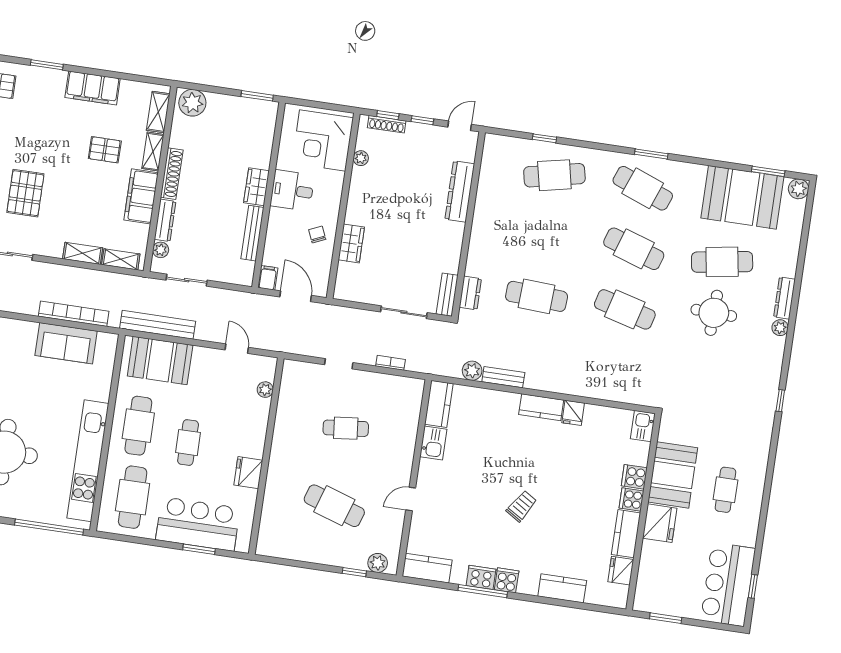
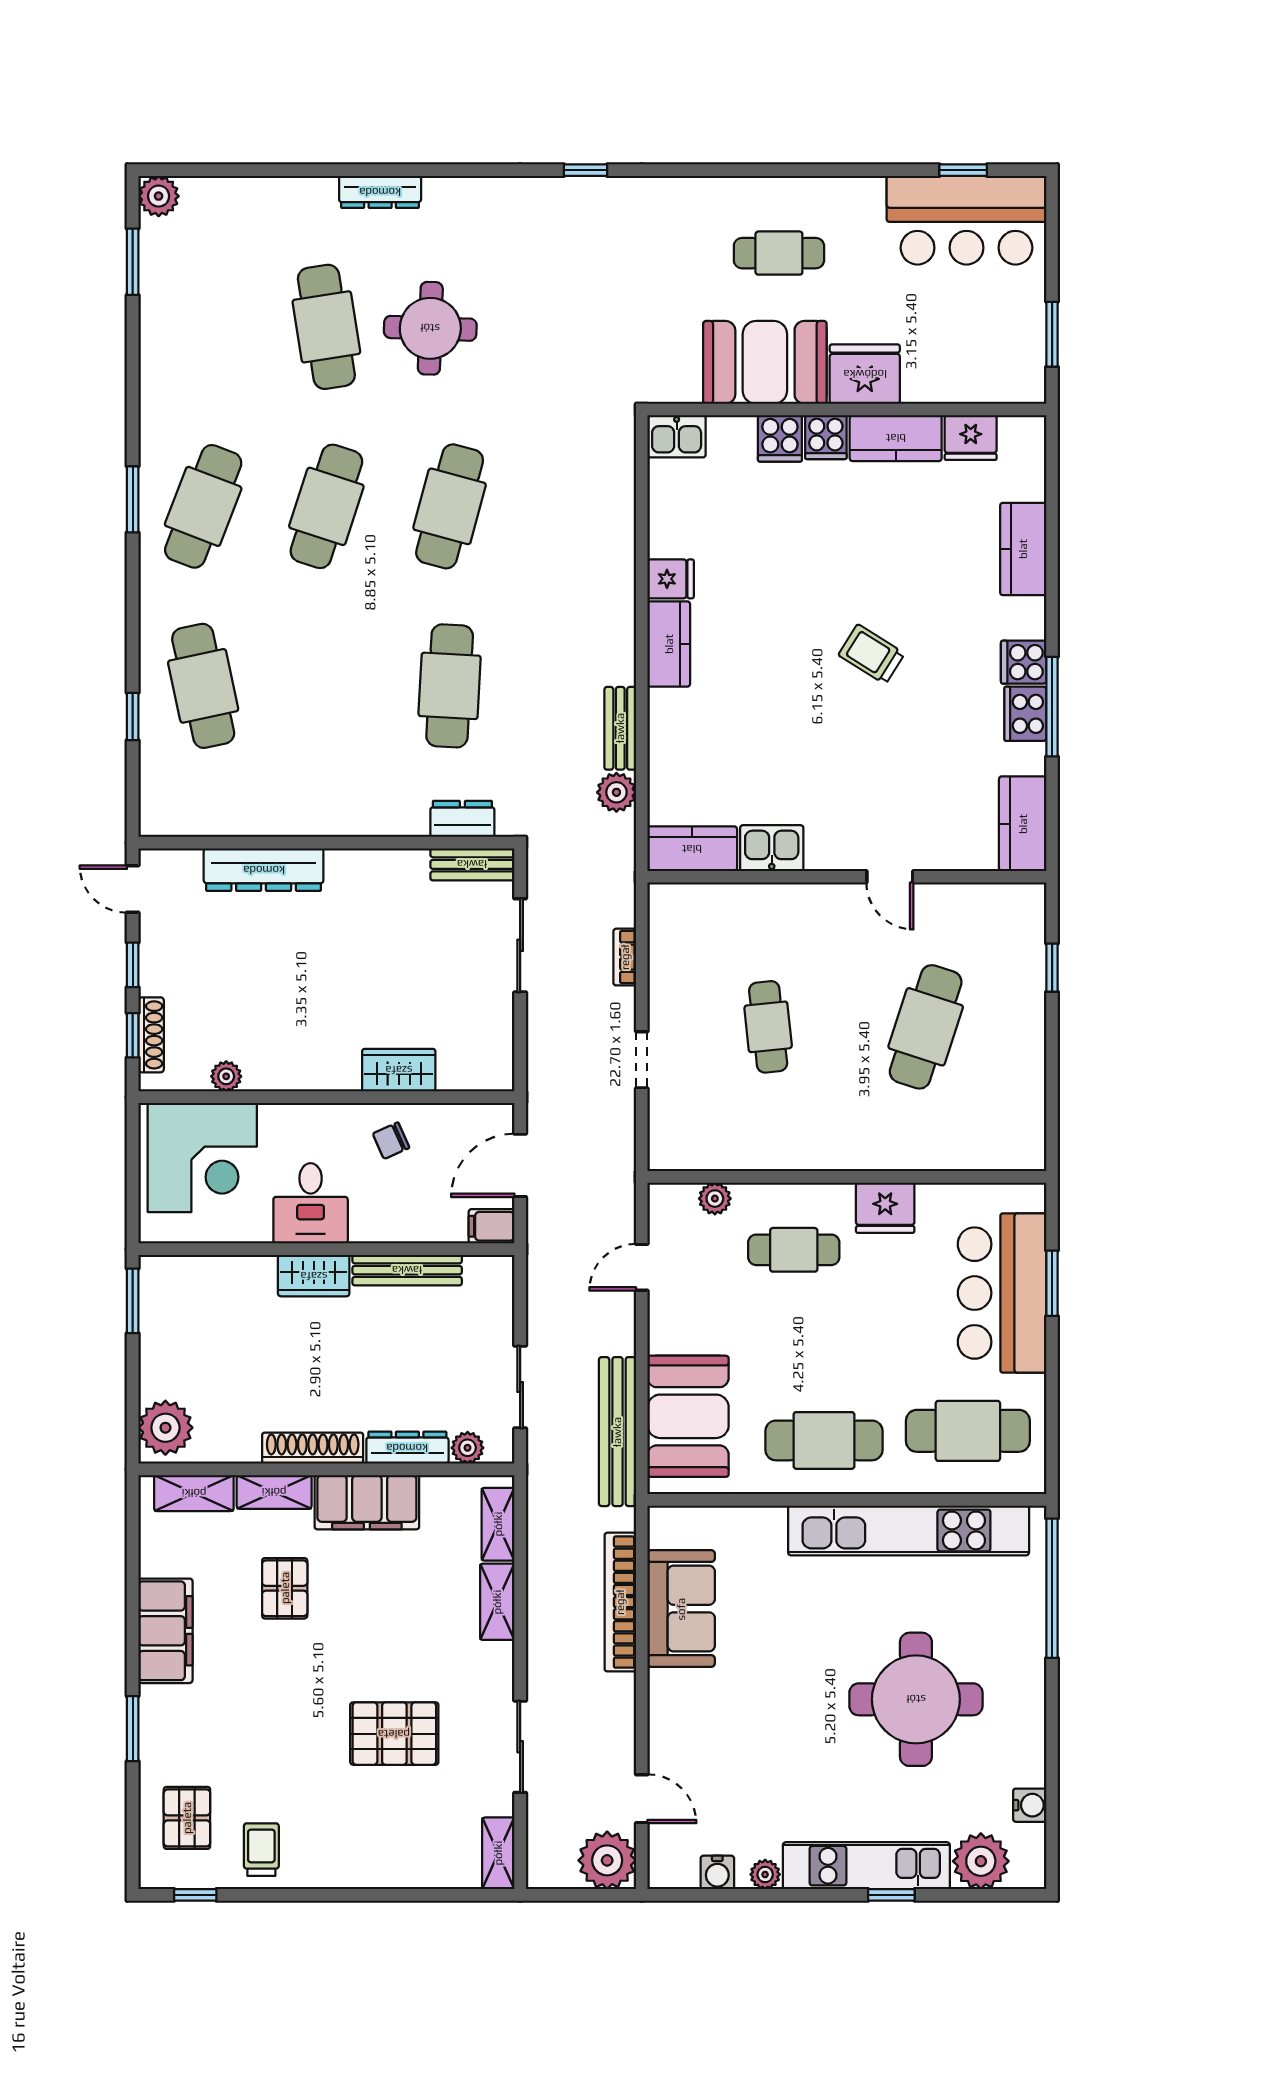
booth: (742, 197) -> (192, 305), removed
plant: (780, 328) -> (440, 192), removed
cafe table: (188, 443) -> (794, 1250), moved
plant: (378, 563) -> (1027, 924), removed

